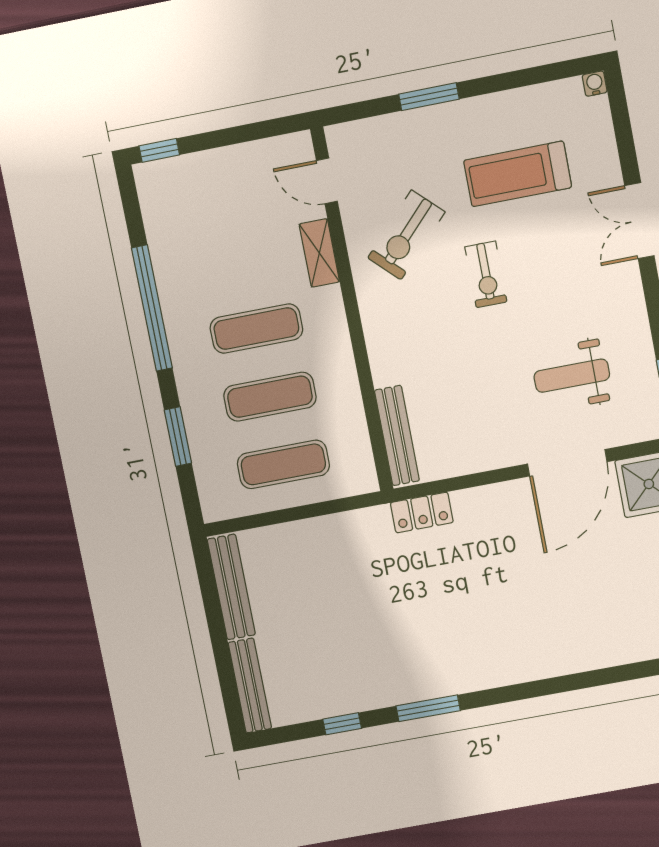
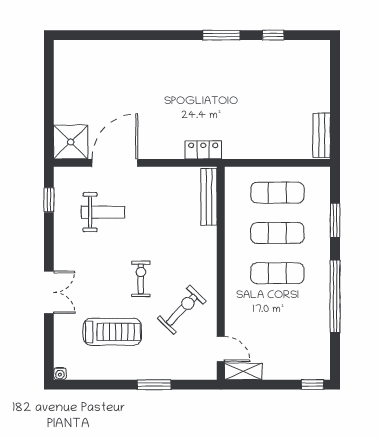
shelving: (319, 253) -> (243, 371), moved, turned 90
bench: (231, 587) -> (322, 135), width x0.73
bench: (250, 685) -> (322, 68), removed

